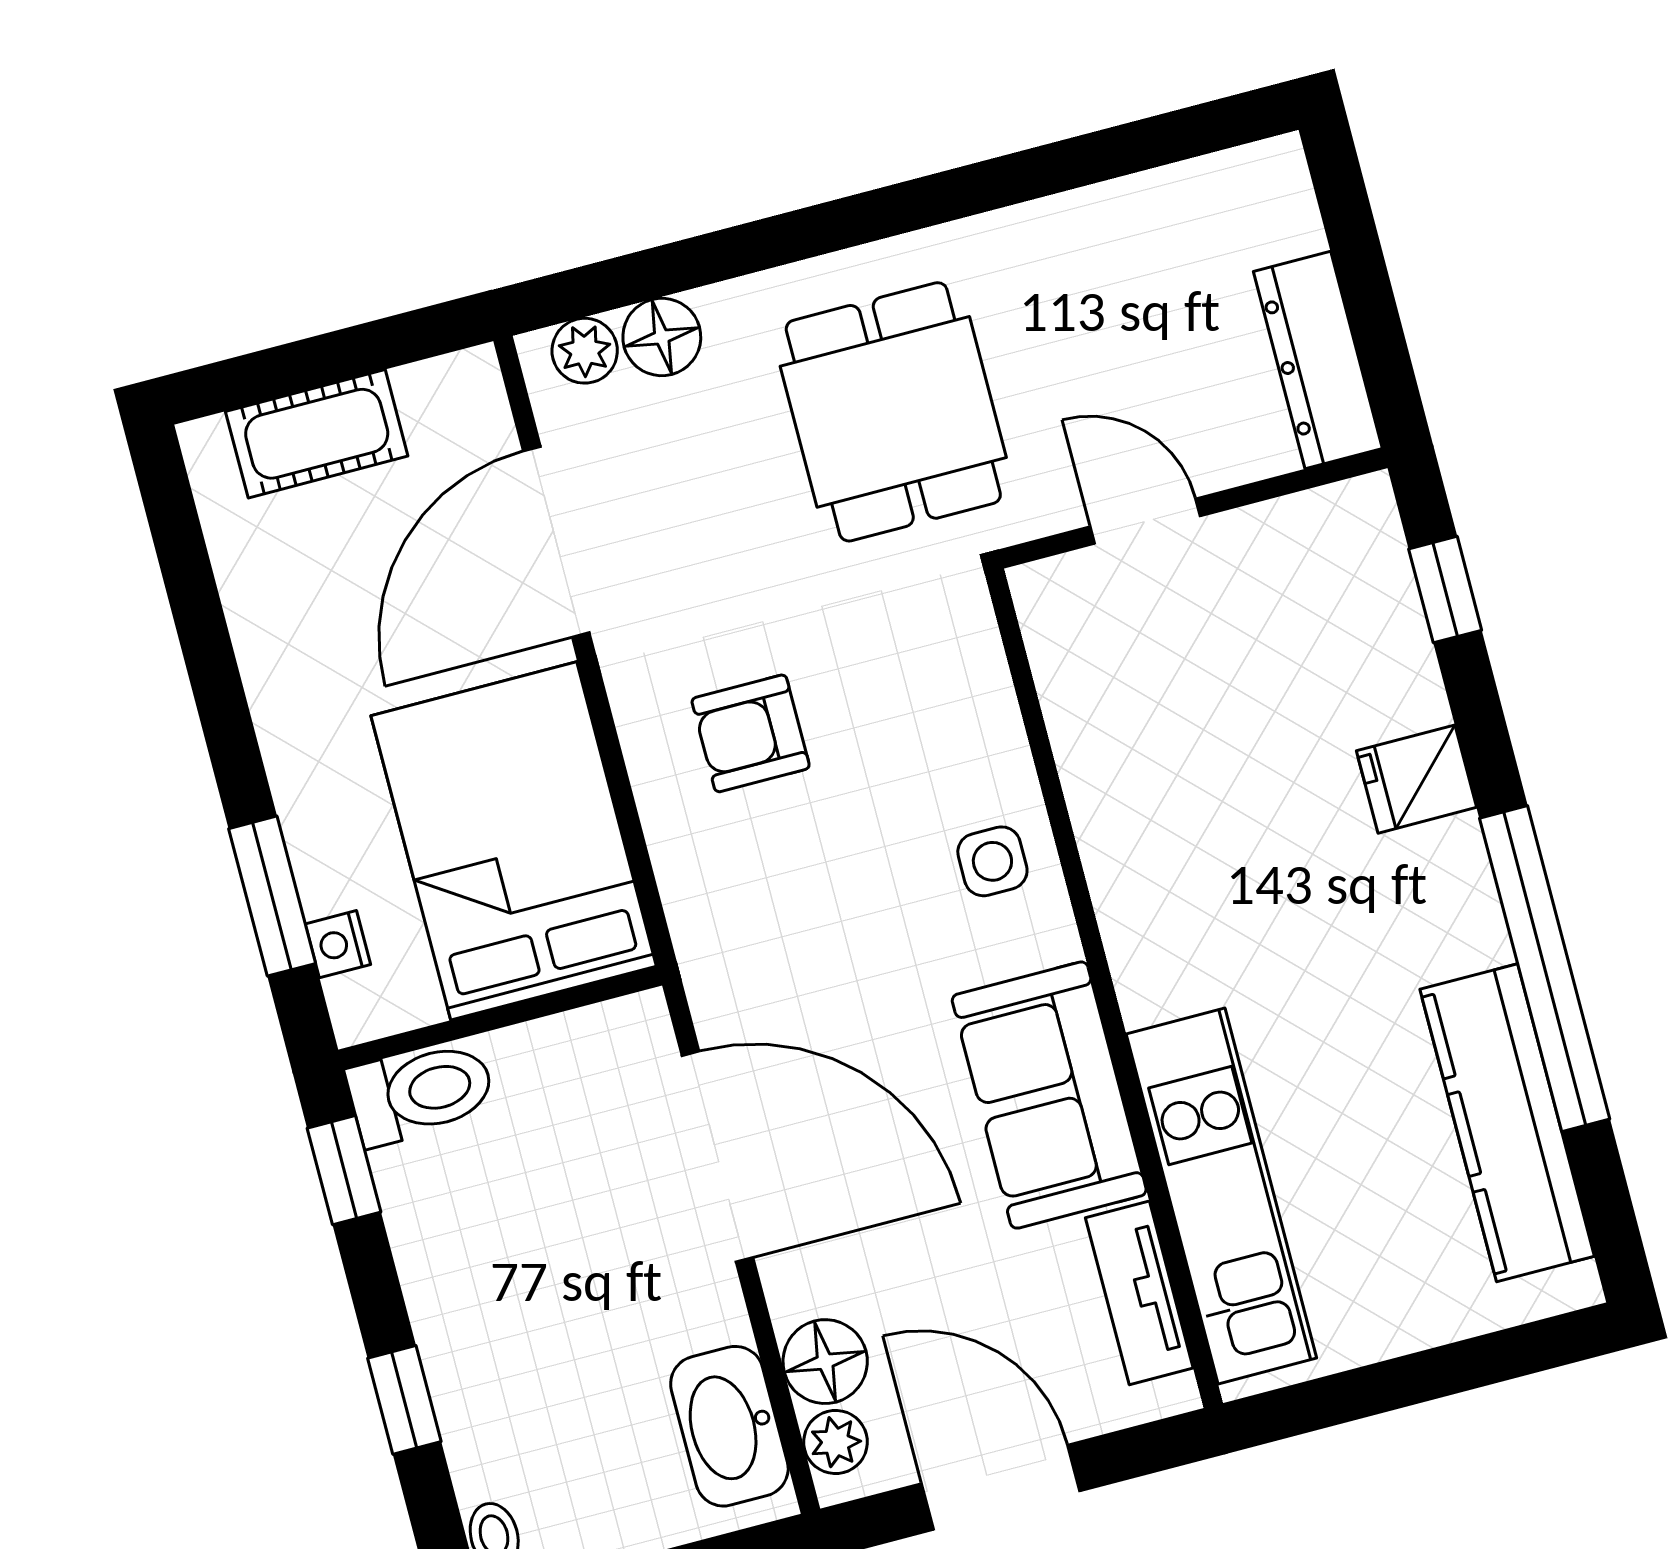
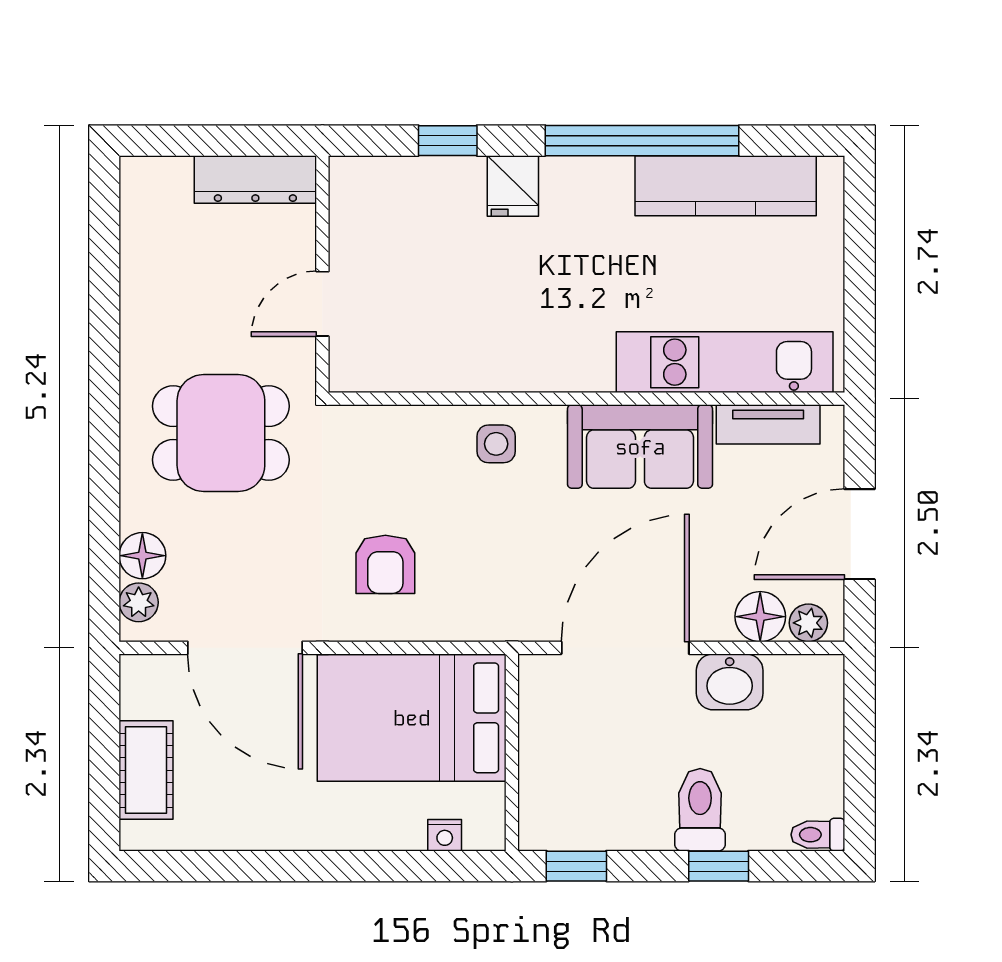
window: (1445, 590) -> (448, 141), moved
window: (272, 896) -> (407, 866), removed
toilet: (421, 1092) -> (700, 810), moved
washbasin: (729, 1426) -> (730, 682), moved, width x0.72

